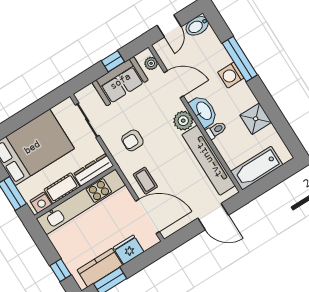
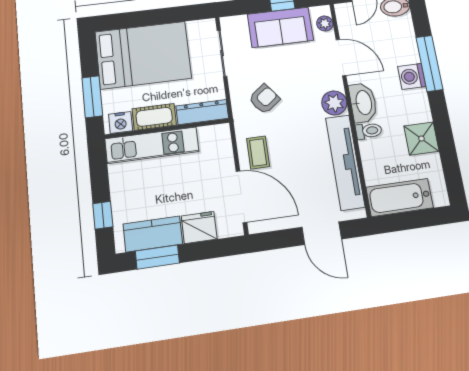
armchair: (132, 140) -> (264, 99), turned 143
kitchen unit: (81, 202) -> (152, 145), width x0.73

